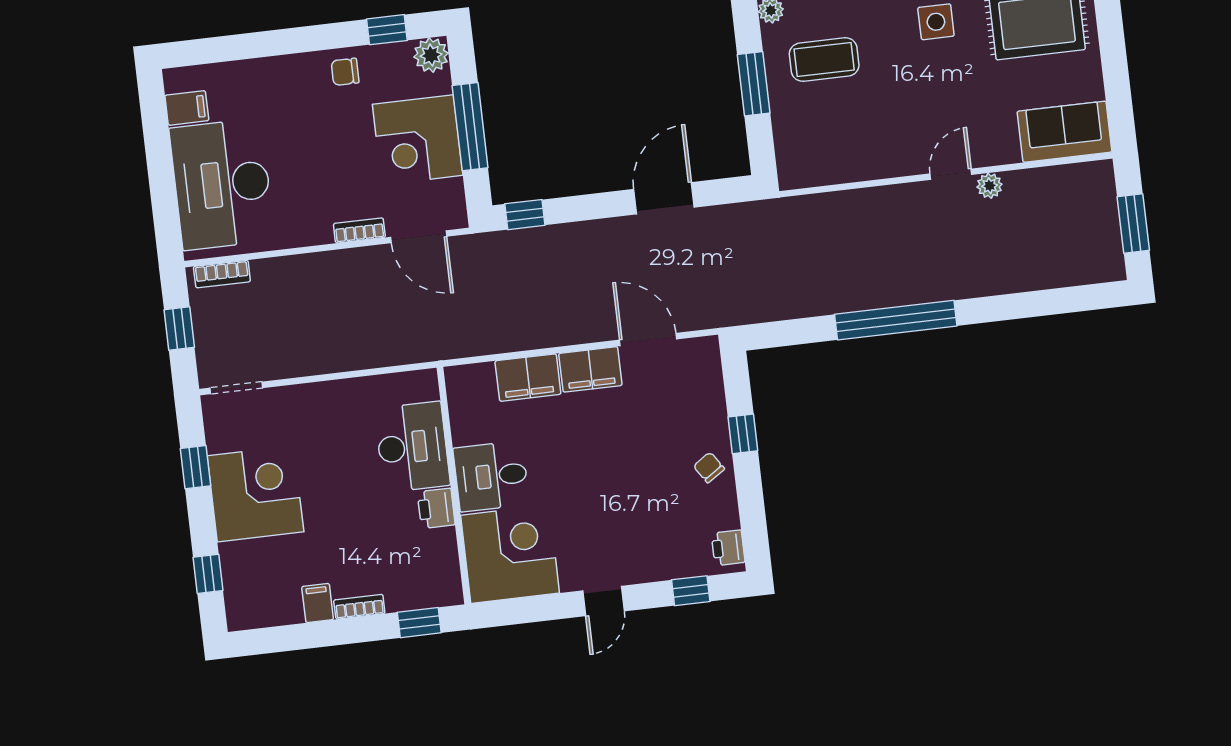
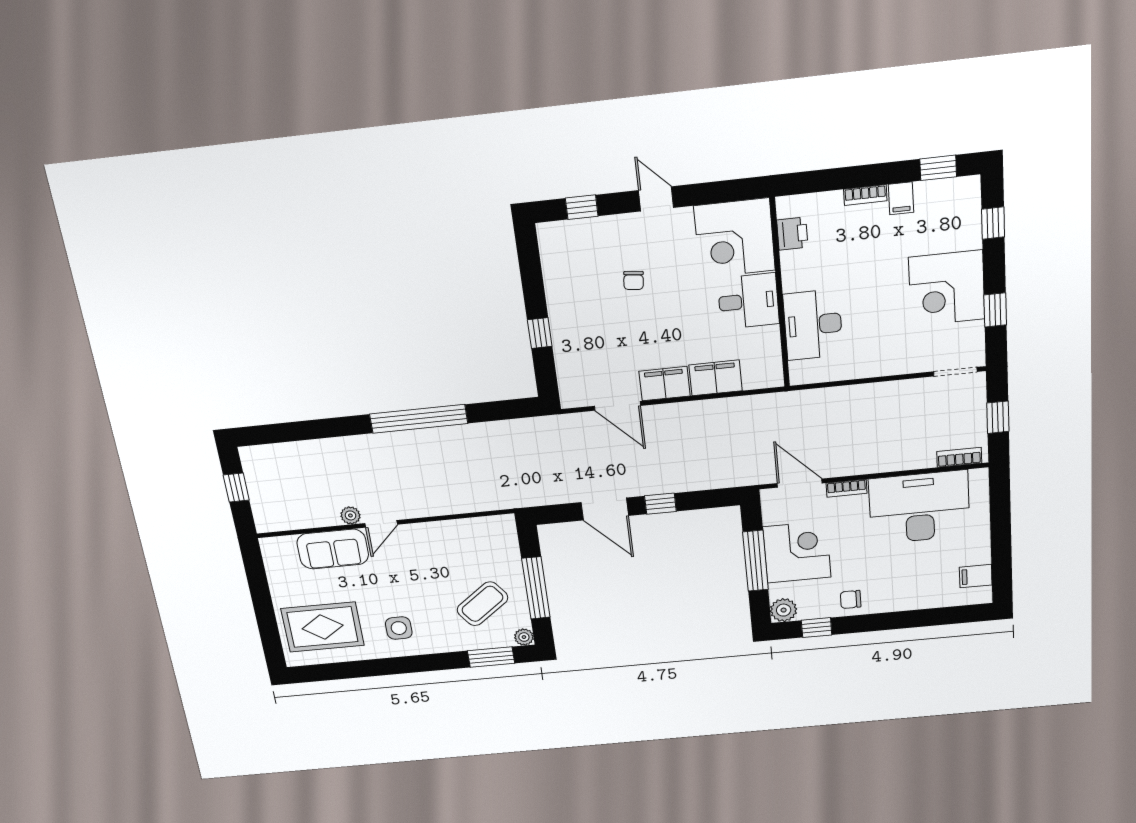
coffee table: (824, 60) -> (482, 604), turned -37
chair: (345, 72) -> (851, 599), turned 180
window: (754, 84) -> (536, 588), width x1.44
sofa: (1065, 132) -> (333, 549), moved
desk: (222, 184) -> (919, 507), moved, turned -90
door: (664, 198) -> (605, 509), hinge flipped
window: (525, 215) -> (660, 504), moved
window: (1133, 223) -> (236, 488), width x0.67
chair: (709, 467) -> (634, 280), moved, turned 40
printer: (436, 508) -> (792, 234), moved
printer: (728, 548) -> (551, 242), removed
door: (603, 601) -> (656, 199), hinge flipped
window: (419, 623) -> (938, 168), moved

